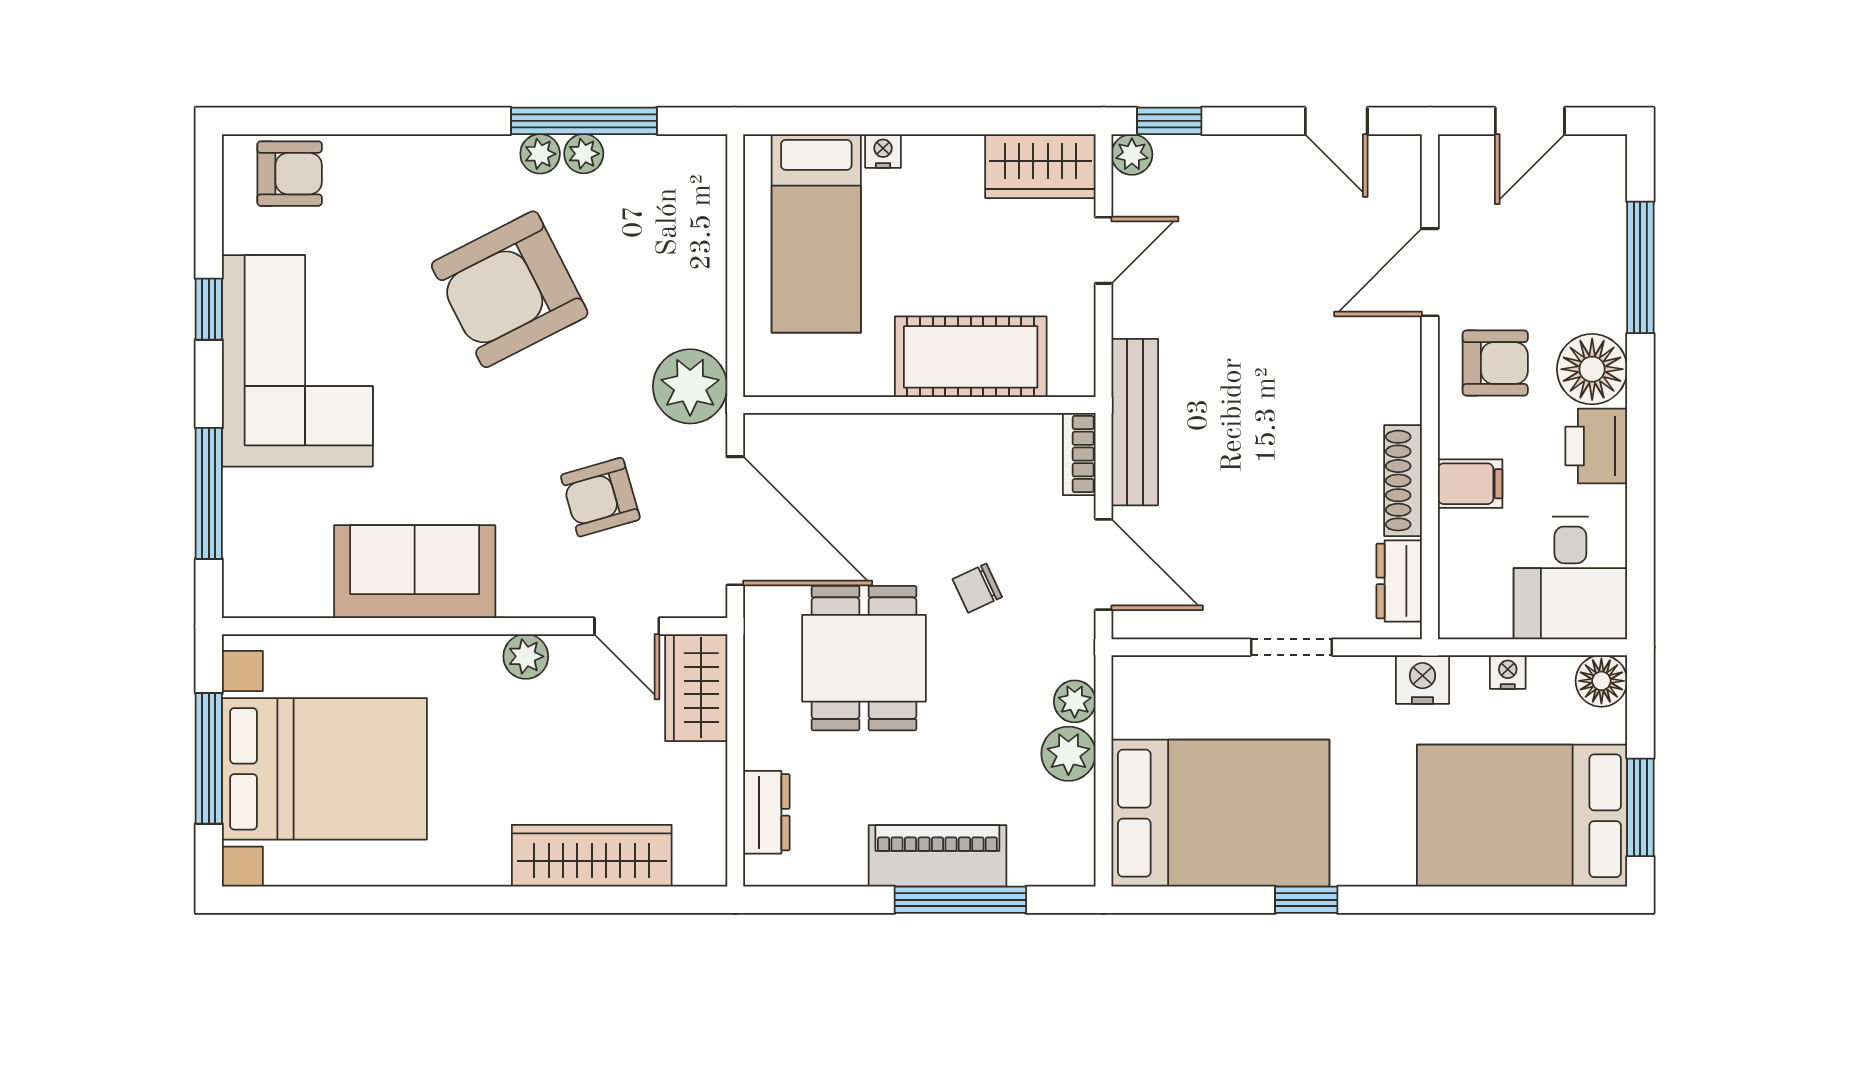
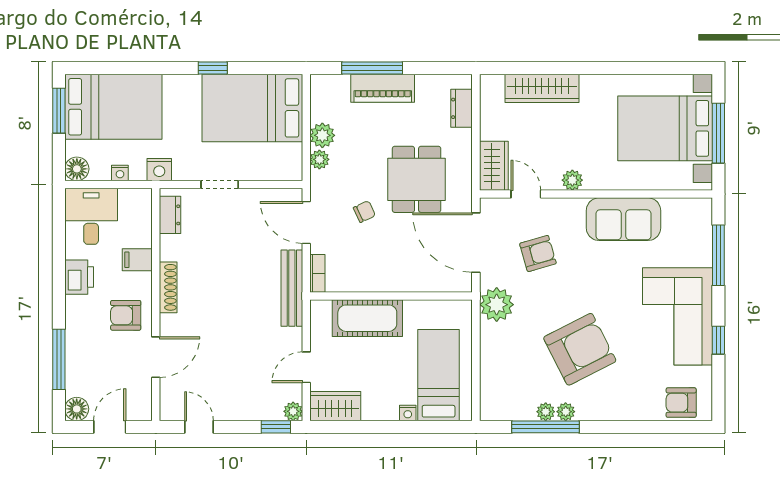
floor lamp: (1592, 369) -> (77, 409), moved, width x0.73, depth x0.73
shoe rack: (1403, 481) -> (168, 287), moved

